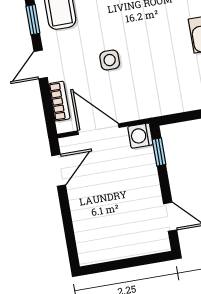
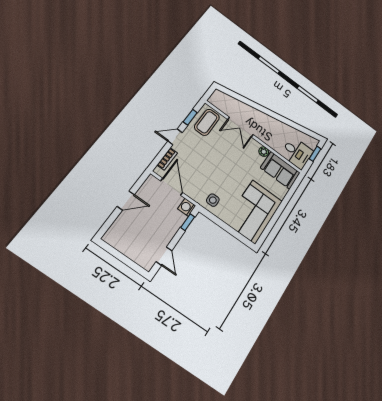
side table: (110, 60) -> (213, 200), moved
door: (59, 170) -> (126, 201), moved

